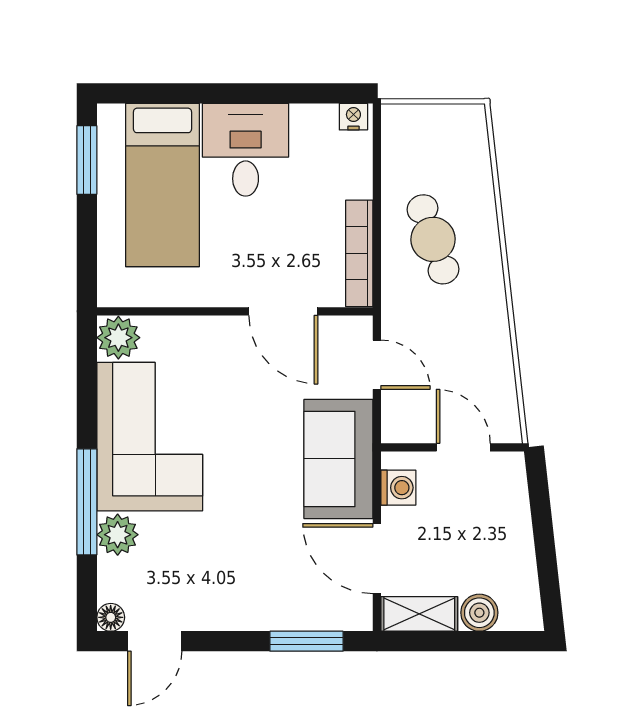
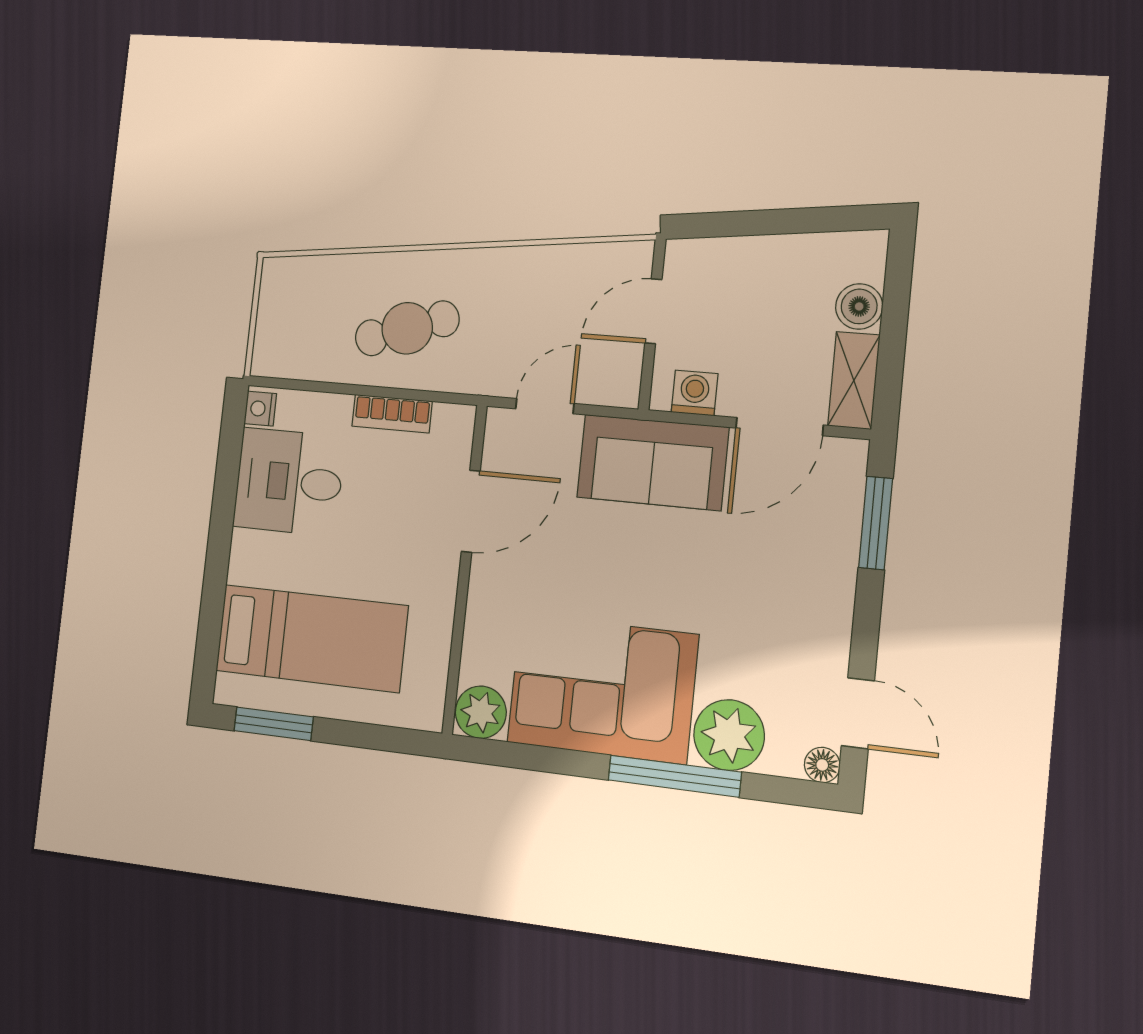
desk: (246, 150) -> (289, 482), moved
bookcase: (359, 253) -> (392, 414), width x0.64
plant: (118, 535) -> (729, 735), width x1.36, depth x1.36

